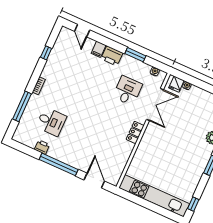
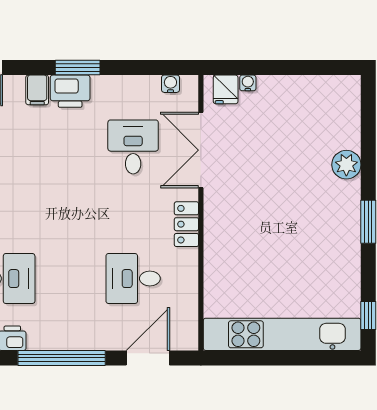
window: (135, 55) -> (78, 68), moved
double door: (155, 105) -> (201, 150), swing flipped
desk: (103, 145) -> (133, 279), added
door: (94, 181) -> (148, 358), hinge flipped

